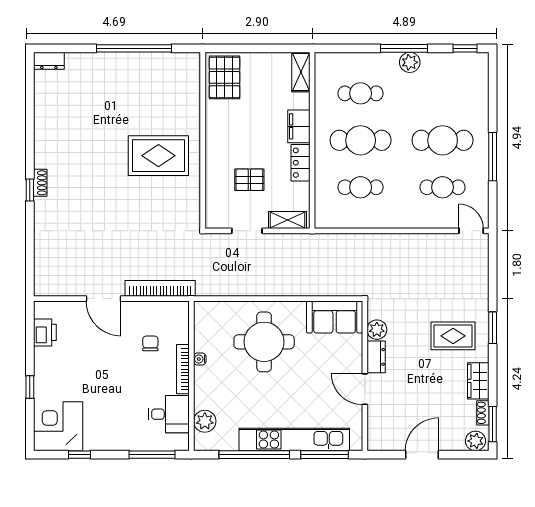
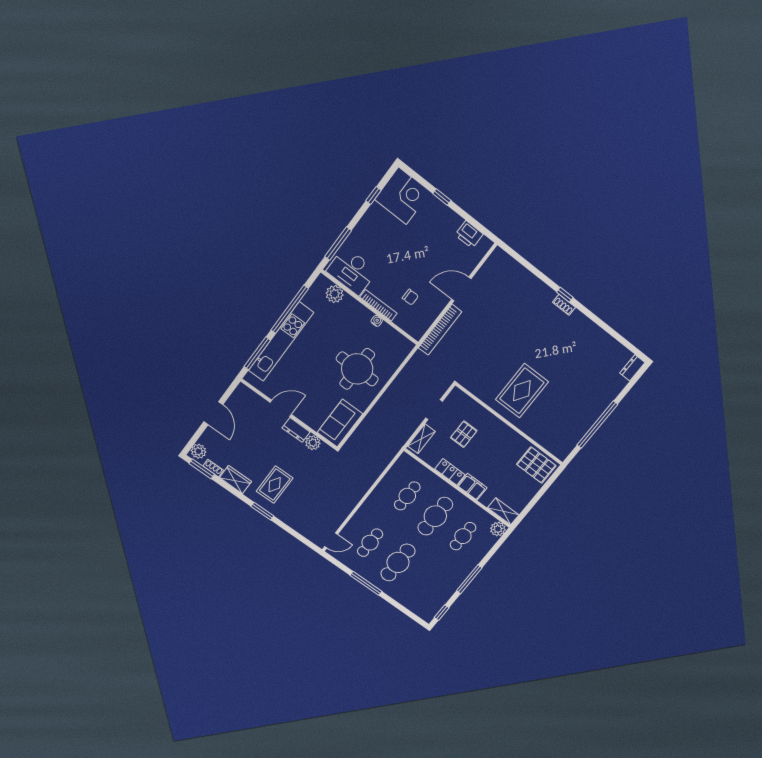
plant: (410, 62) -> (498, 529), moved
desk: (169, 414) -> (352, 271), width x1.37

